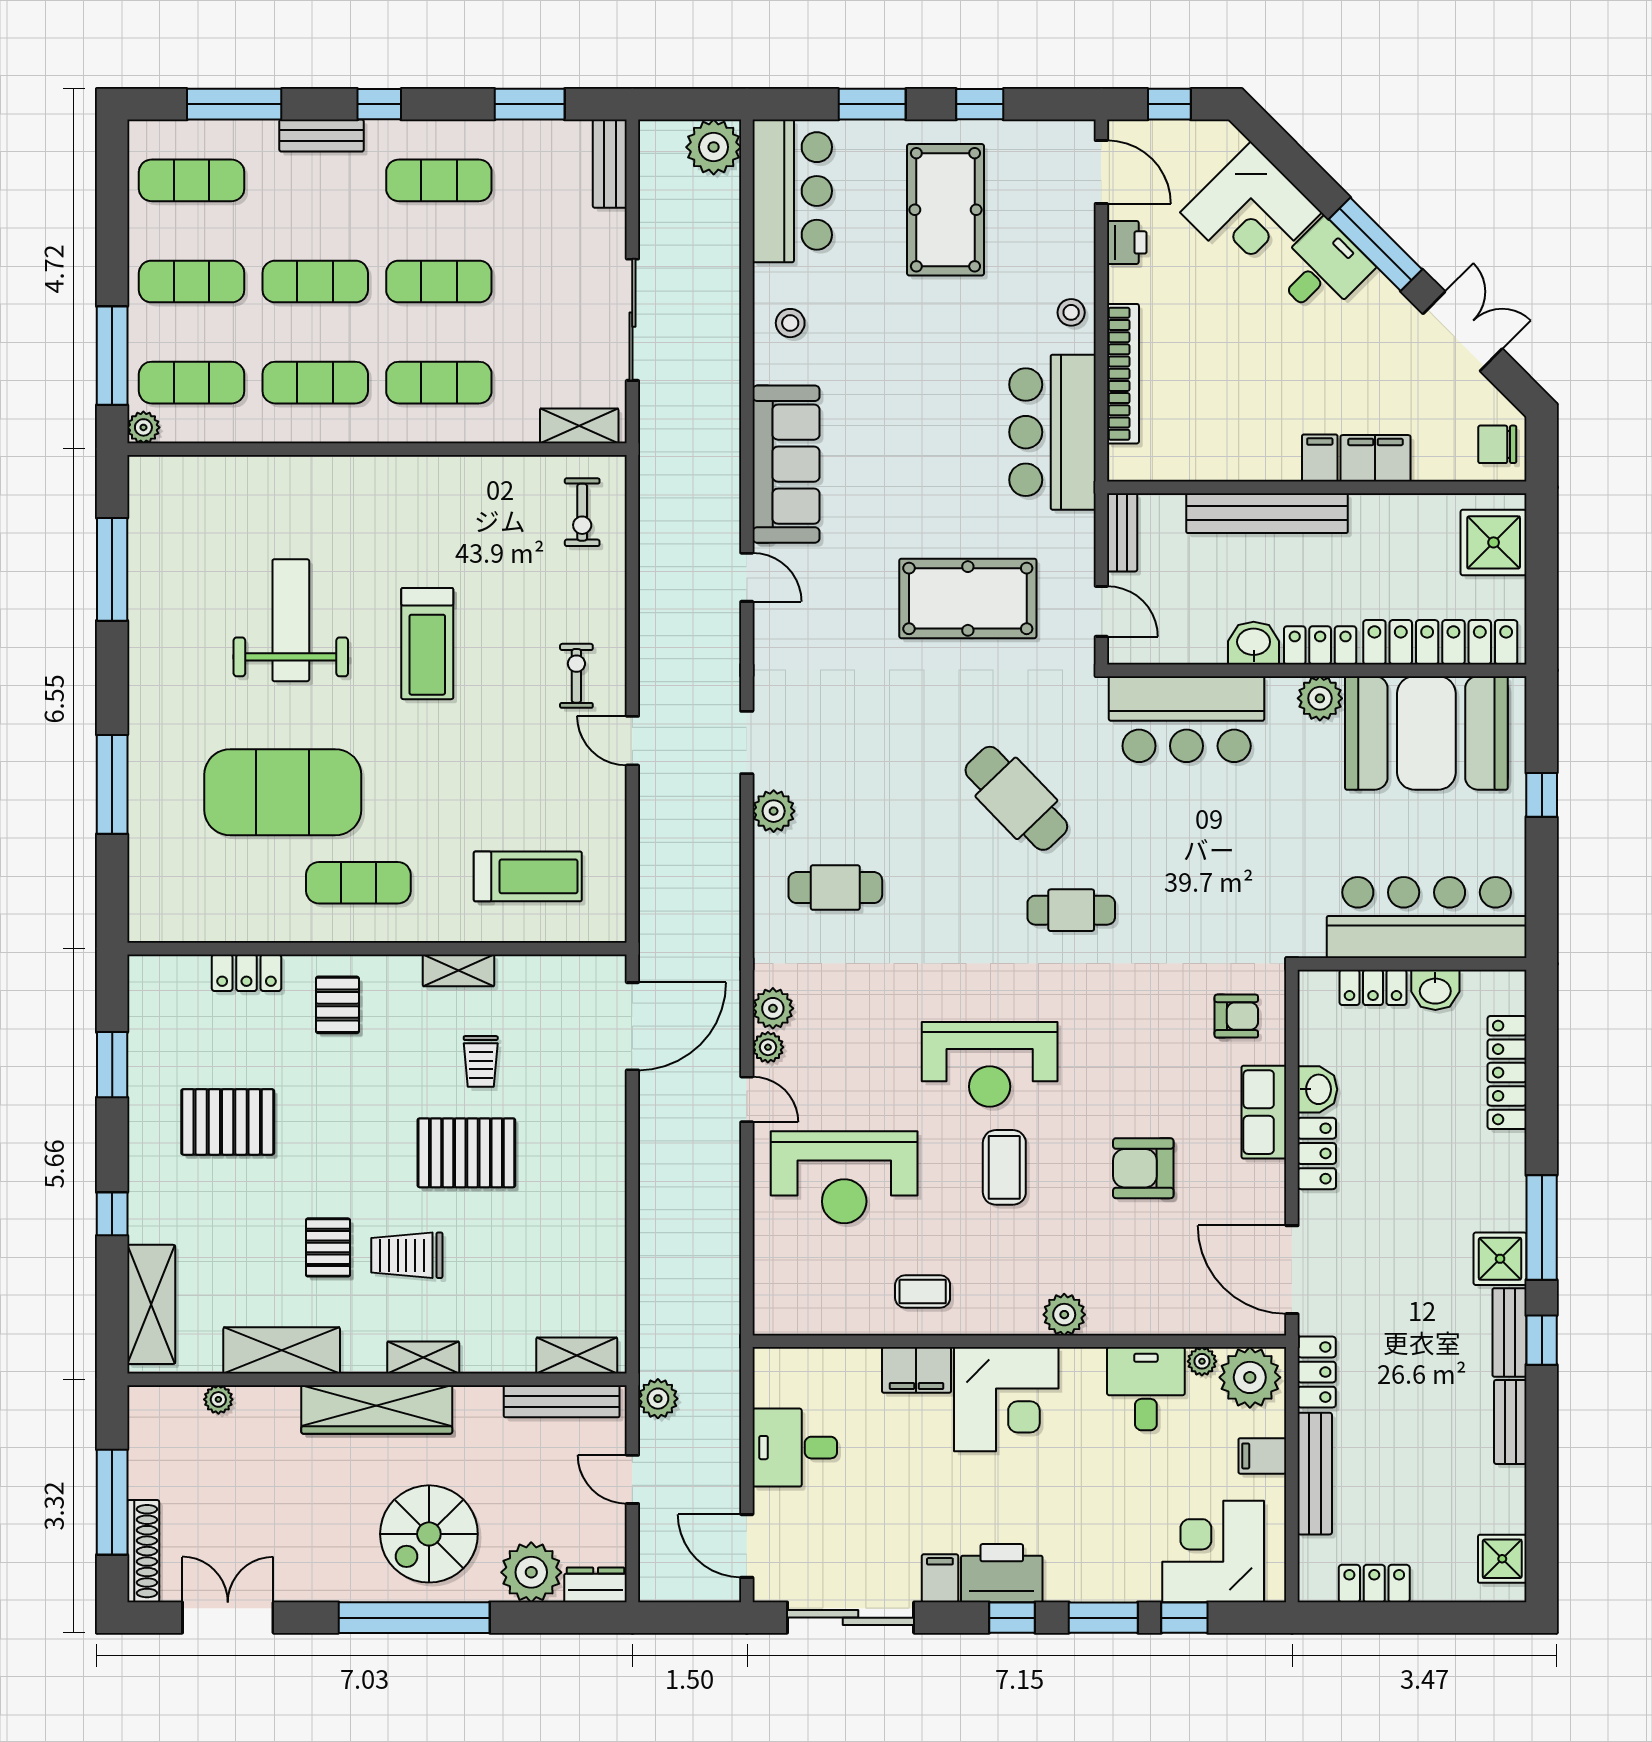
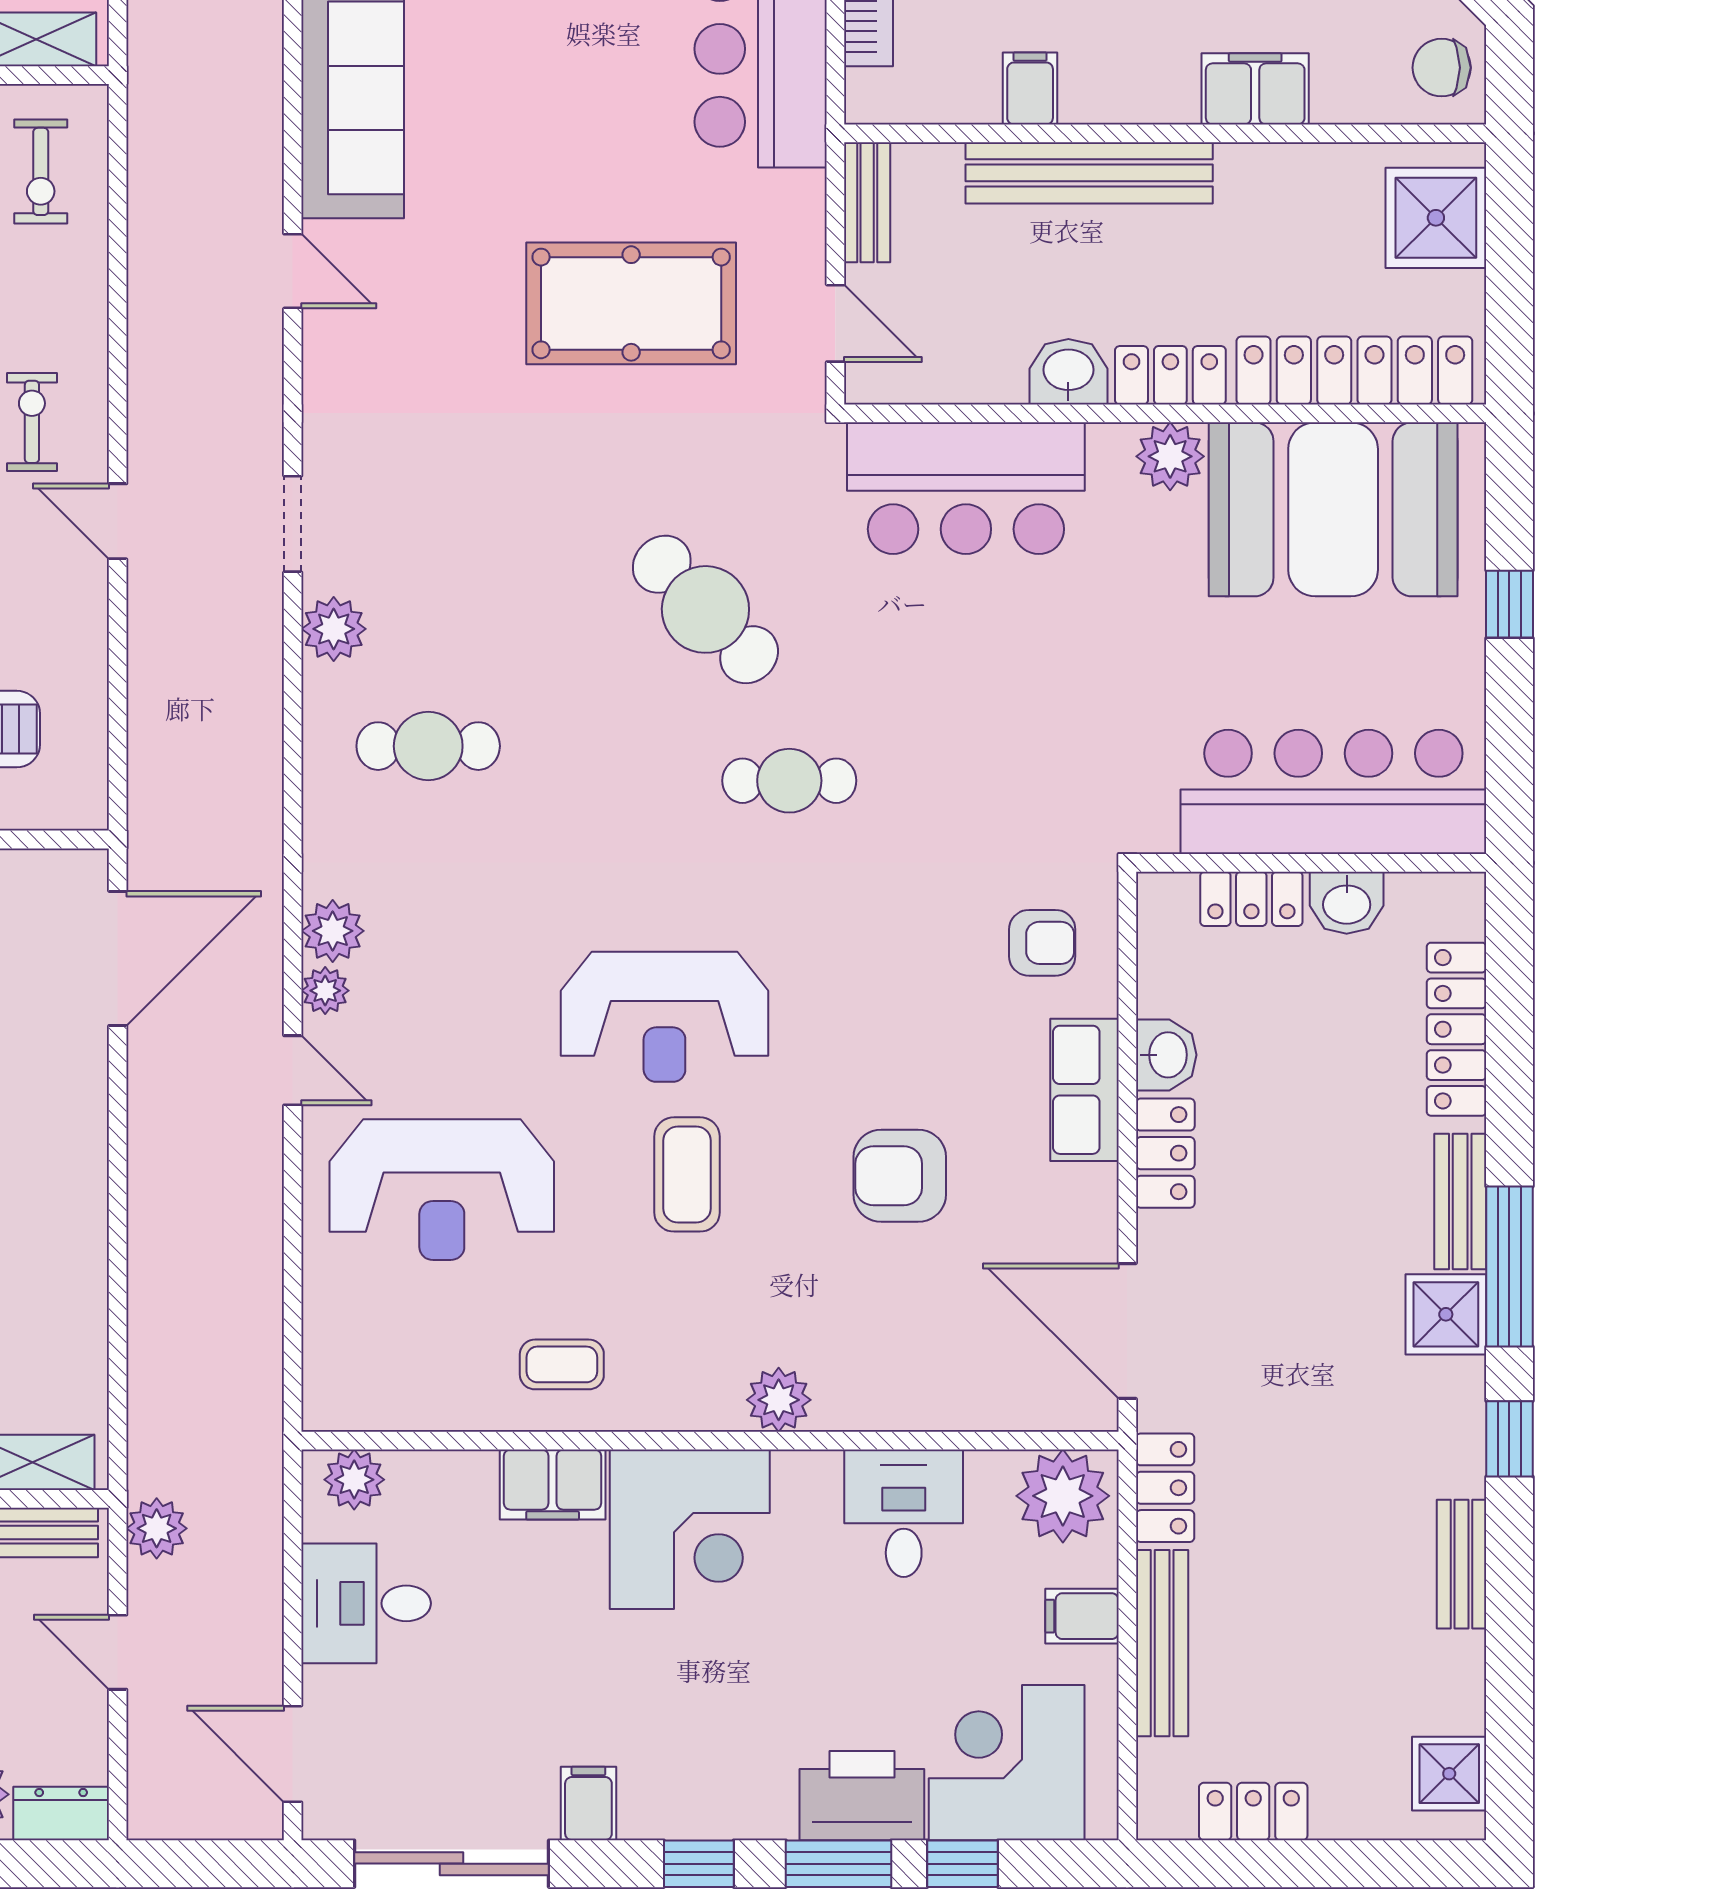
filing cabinet: (1320, 458) -> (1030, 88), moved
bench: (1509, 1332) -> (1460, 1201), moved
plant: (1202, 1361) -> (354, 1480), moved, width x1.38, depth x1.38
printer: (1002, 1573) -> (862, 1796), moved

